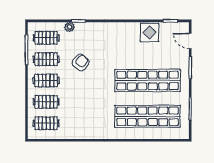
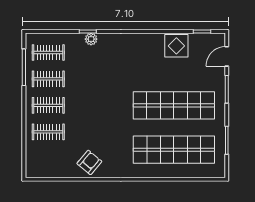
plant: (70, 27) -> (91, 39), moved
door: (190, 41) -> (227, 56), hinge flipped
armchair: (81, 62) -> (89, 162), moved
clothes rail: (46, 123) -> (48, 158), removed

